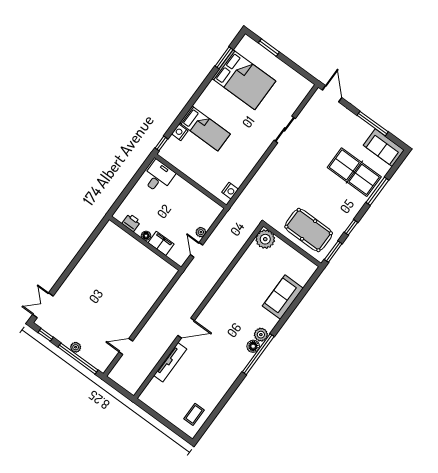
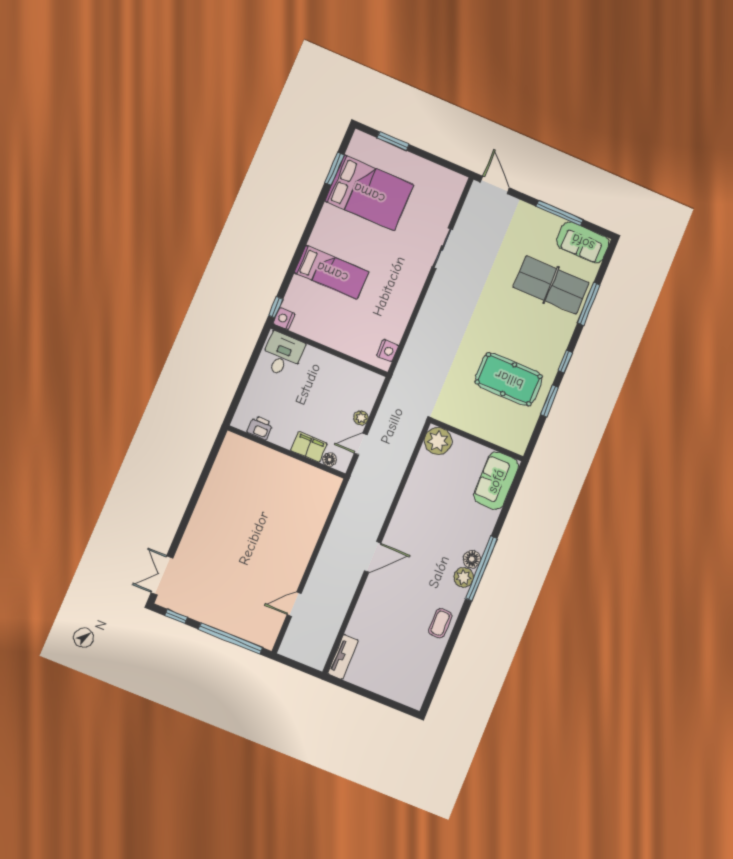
nightstand: (180, 132) -> (284, 319), moved
floor lamp: (146, 236) -> (330, 460), moved
plant: (265, 239) -> (438, 441), moved
wall: (292, 245) -> (477, 440), moved
door: (196, 250) -> (361, 444), hinge flipped
plant: (261, 335) -> (464, 577), moved
plant: (76, 347) -> (223, 623), removed
tv unit: (170, 362) -> (343, 657), moved, width x0.71
coffee table: (194, 414) -> (440, 623), moved

